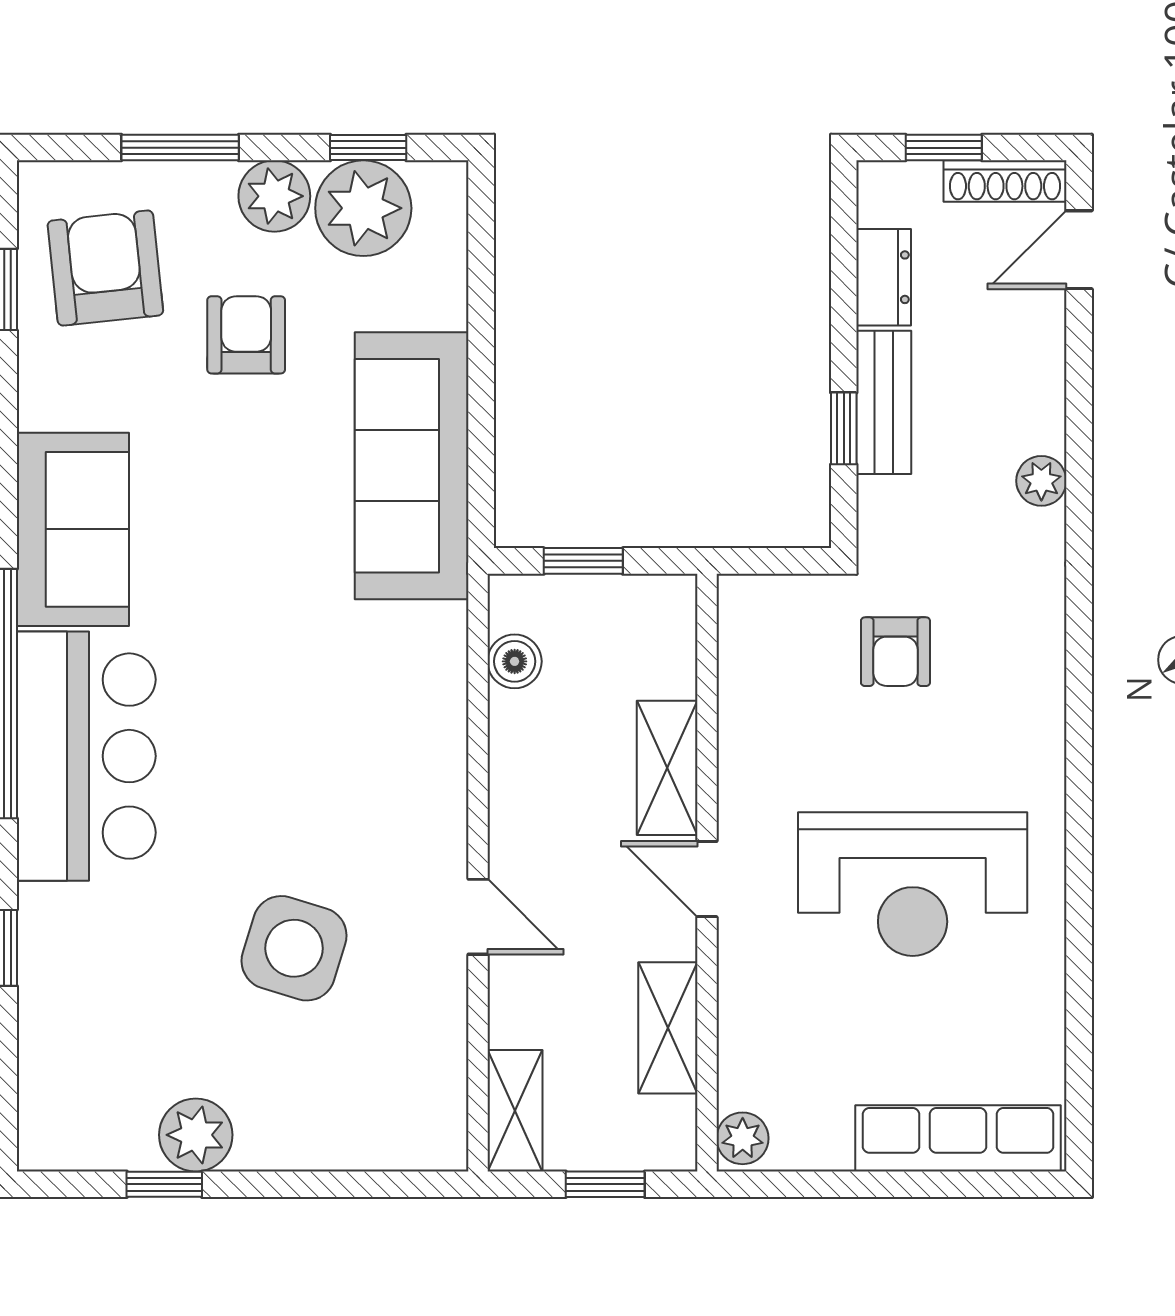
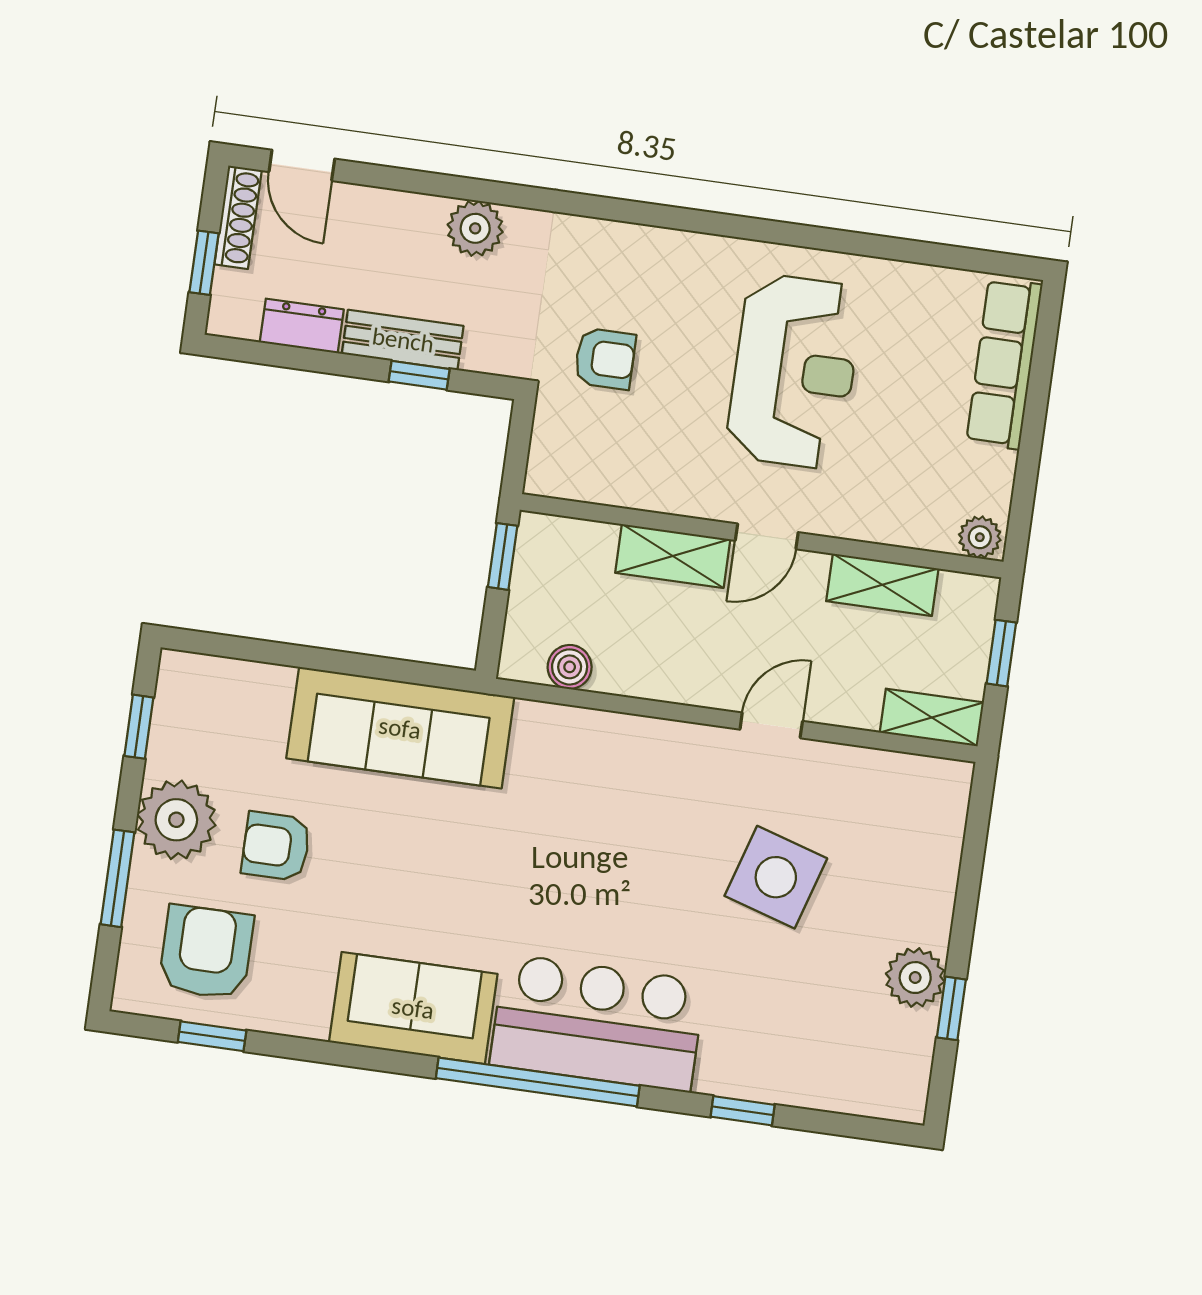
plant: (274, 196) -> (176, 820), width x1.36, depth x1.36
plant: (363, 208) -> (187, 738), removed
armchair: (105, 268) -> (206, 952), turned 96
plant: (1041, 481) -> (475, 228), width x1.38, depth x1.38
window: (583, 561) -> (503, 556), moved

